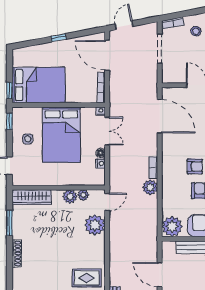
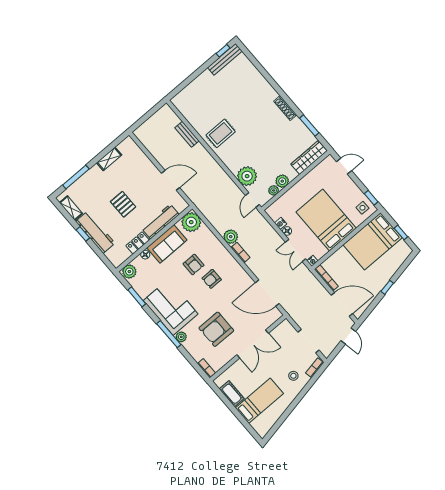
window: (9, 91) -> (401, 232), moved
side table: (28, 139) -> (362, 208), moved

